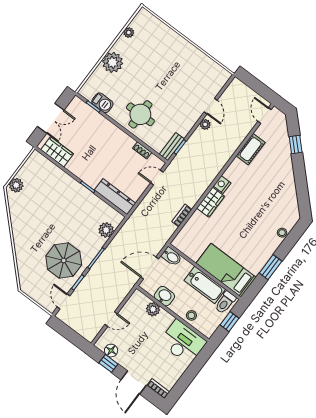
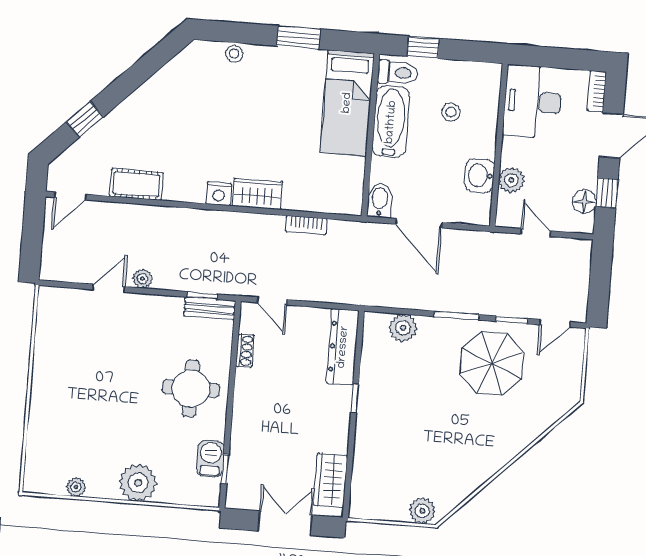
washbasin: (164, 296) -> (480, 175), moved
plant: (153, 309) -> (511, 180), moved
wall: (173, 314) -> (499, 145), moved
desk: (183, 342) -> (533, 102), moved

